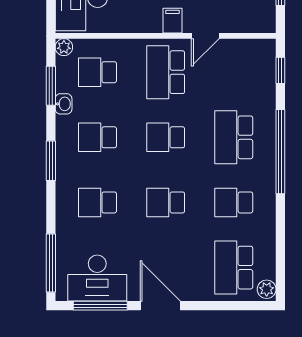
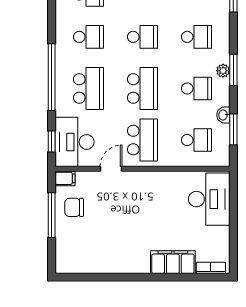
filing cabinet: (172, 21) -> (65, 178), moved, turned -90
plant: (64, 47) -> (223, 71), moved
desk: (251, 70) -> (75, 142), added
school desk: (166, 137) -> (142, 88), width x1.85

